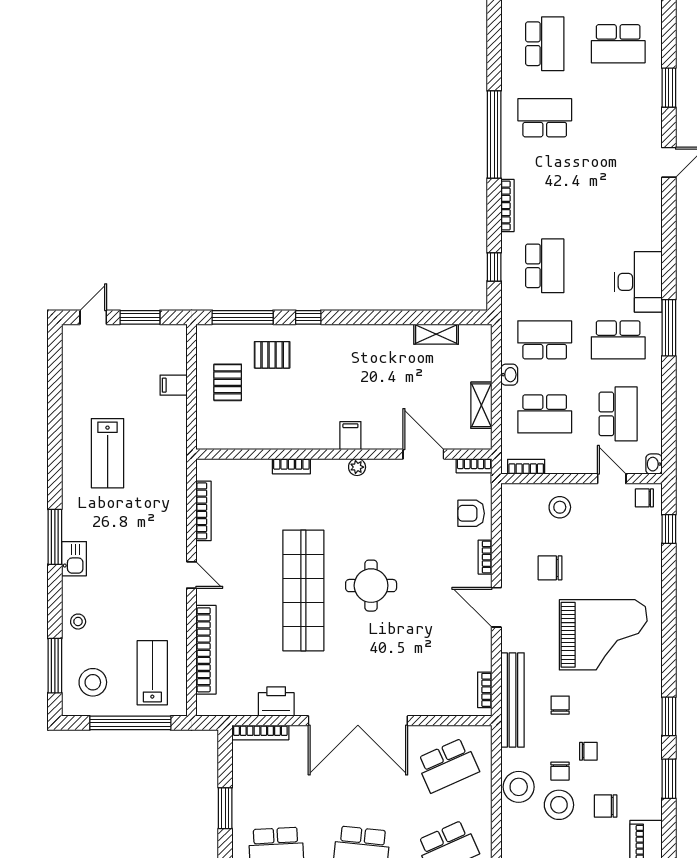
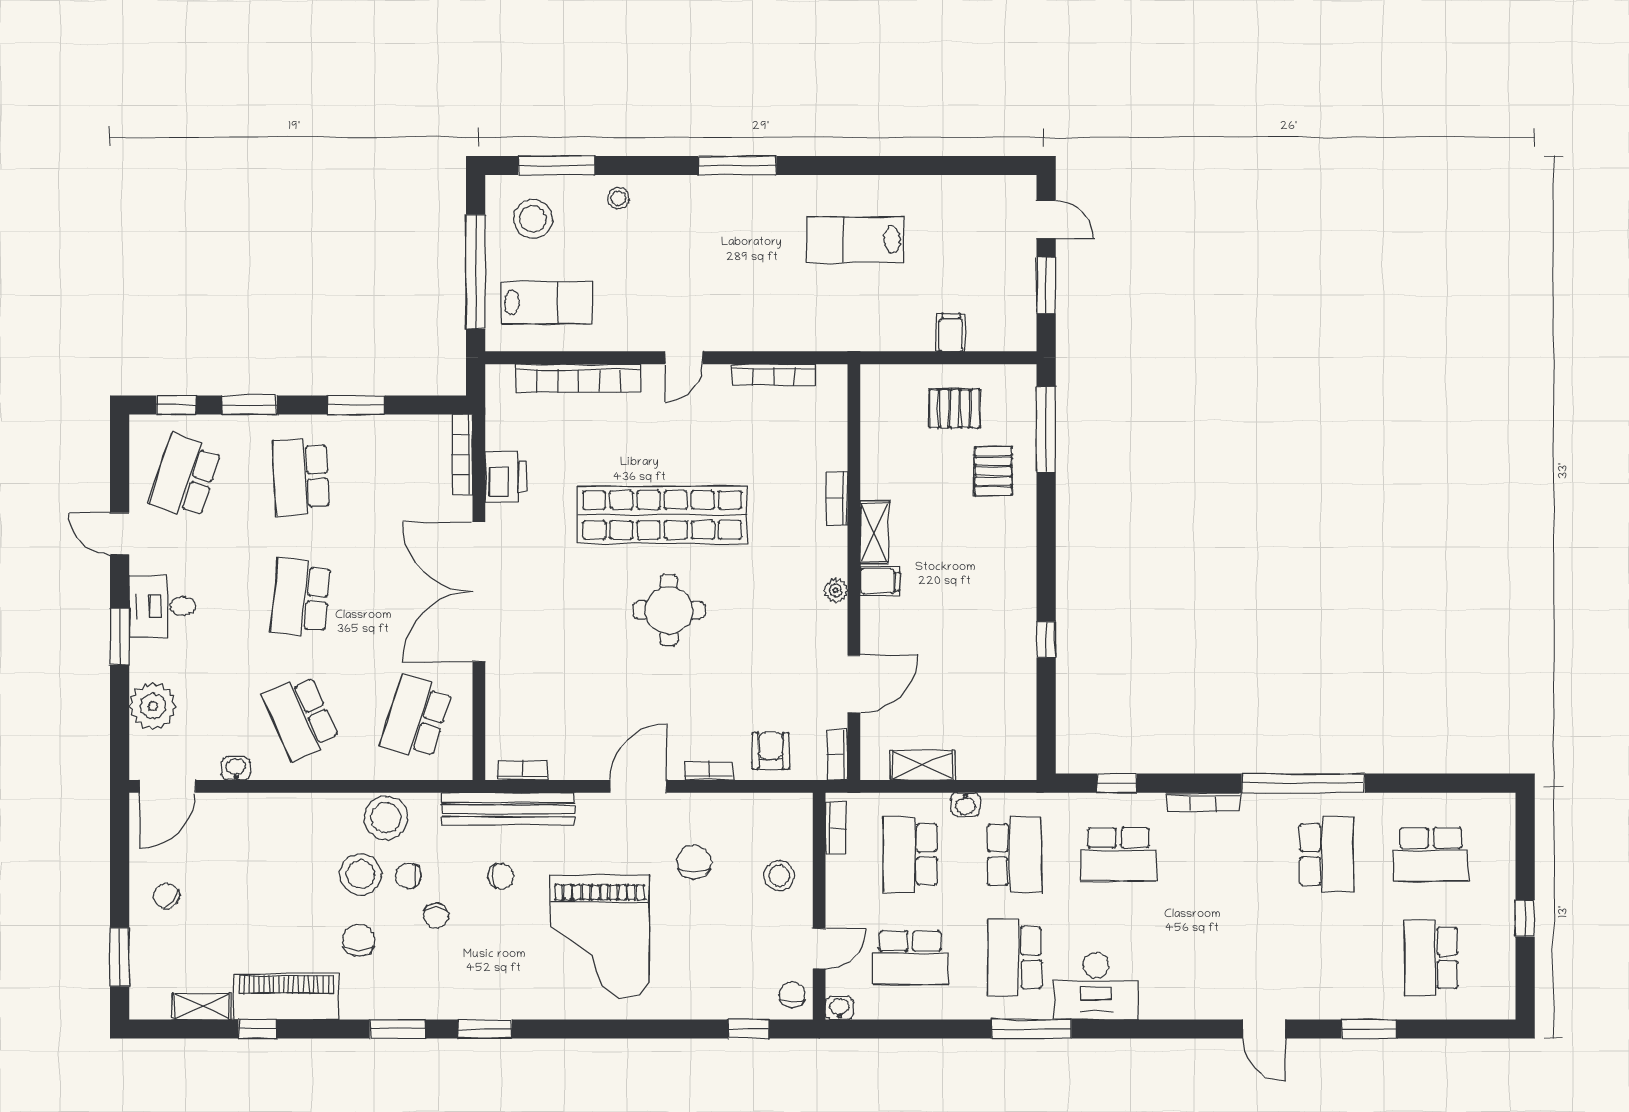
window: (308, 317) -> (1046, 640), moved
shelving: (436, 334) -> (874, 533), moved
kitchen sink: (74, 559) -> (707, 192), removed
school desk: (448, 765) -> (416, 718), turned 42

